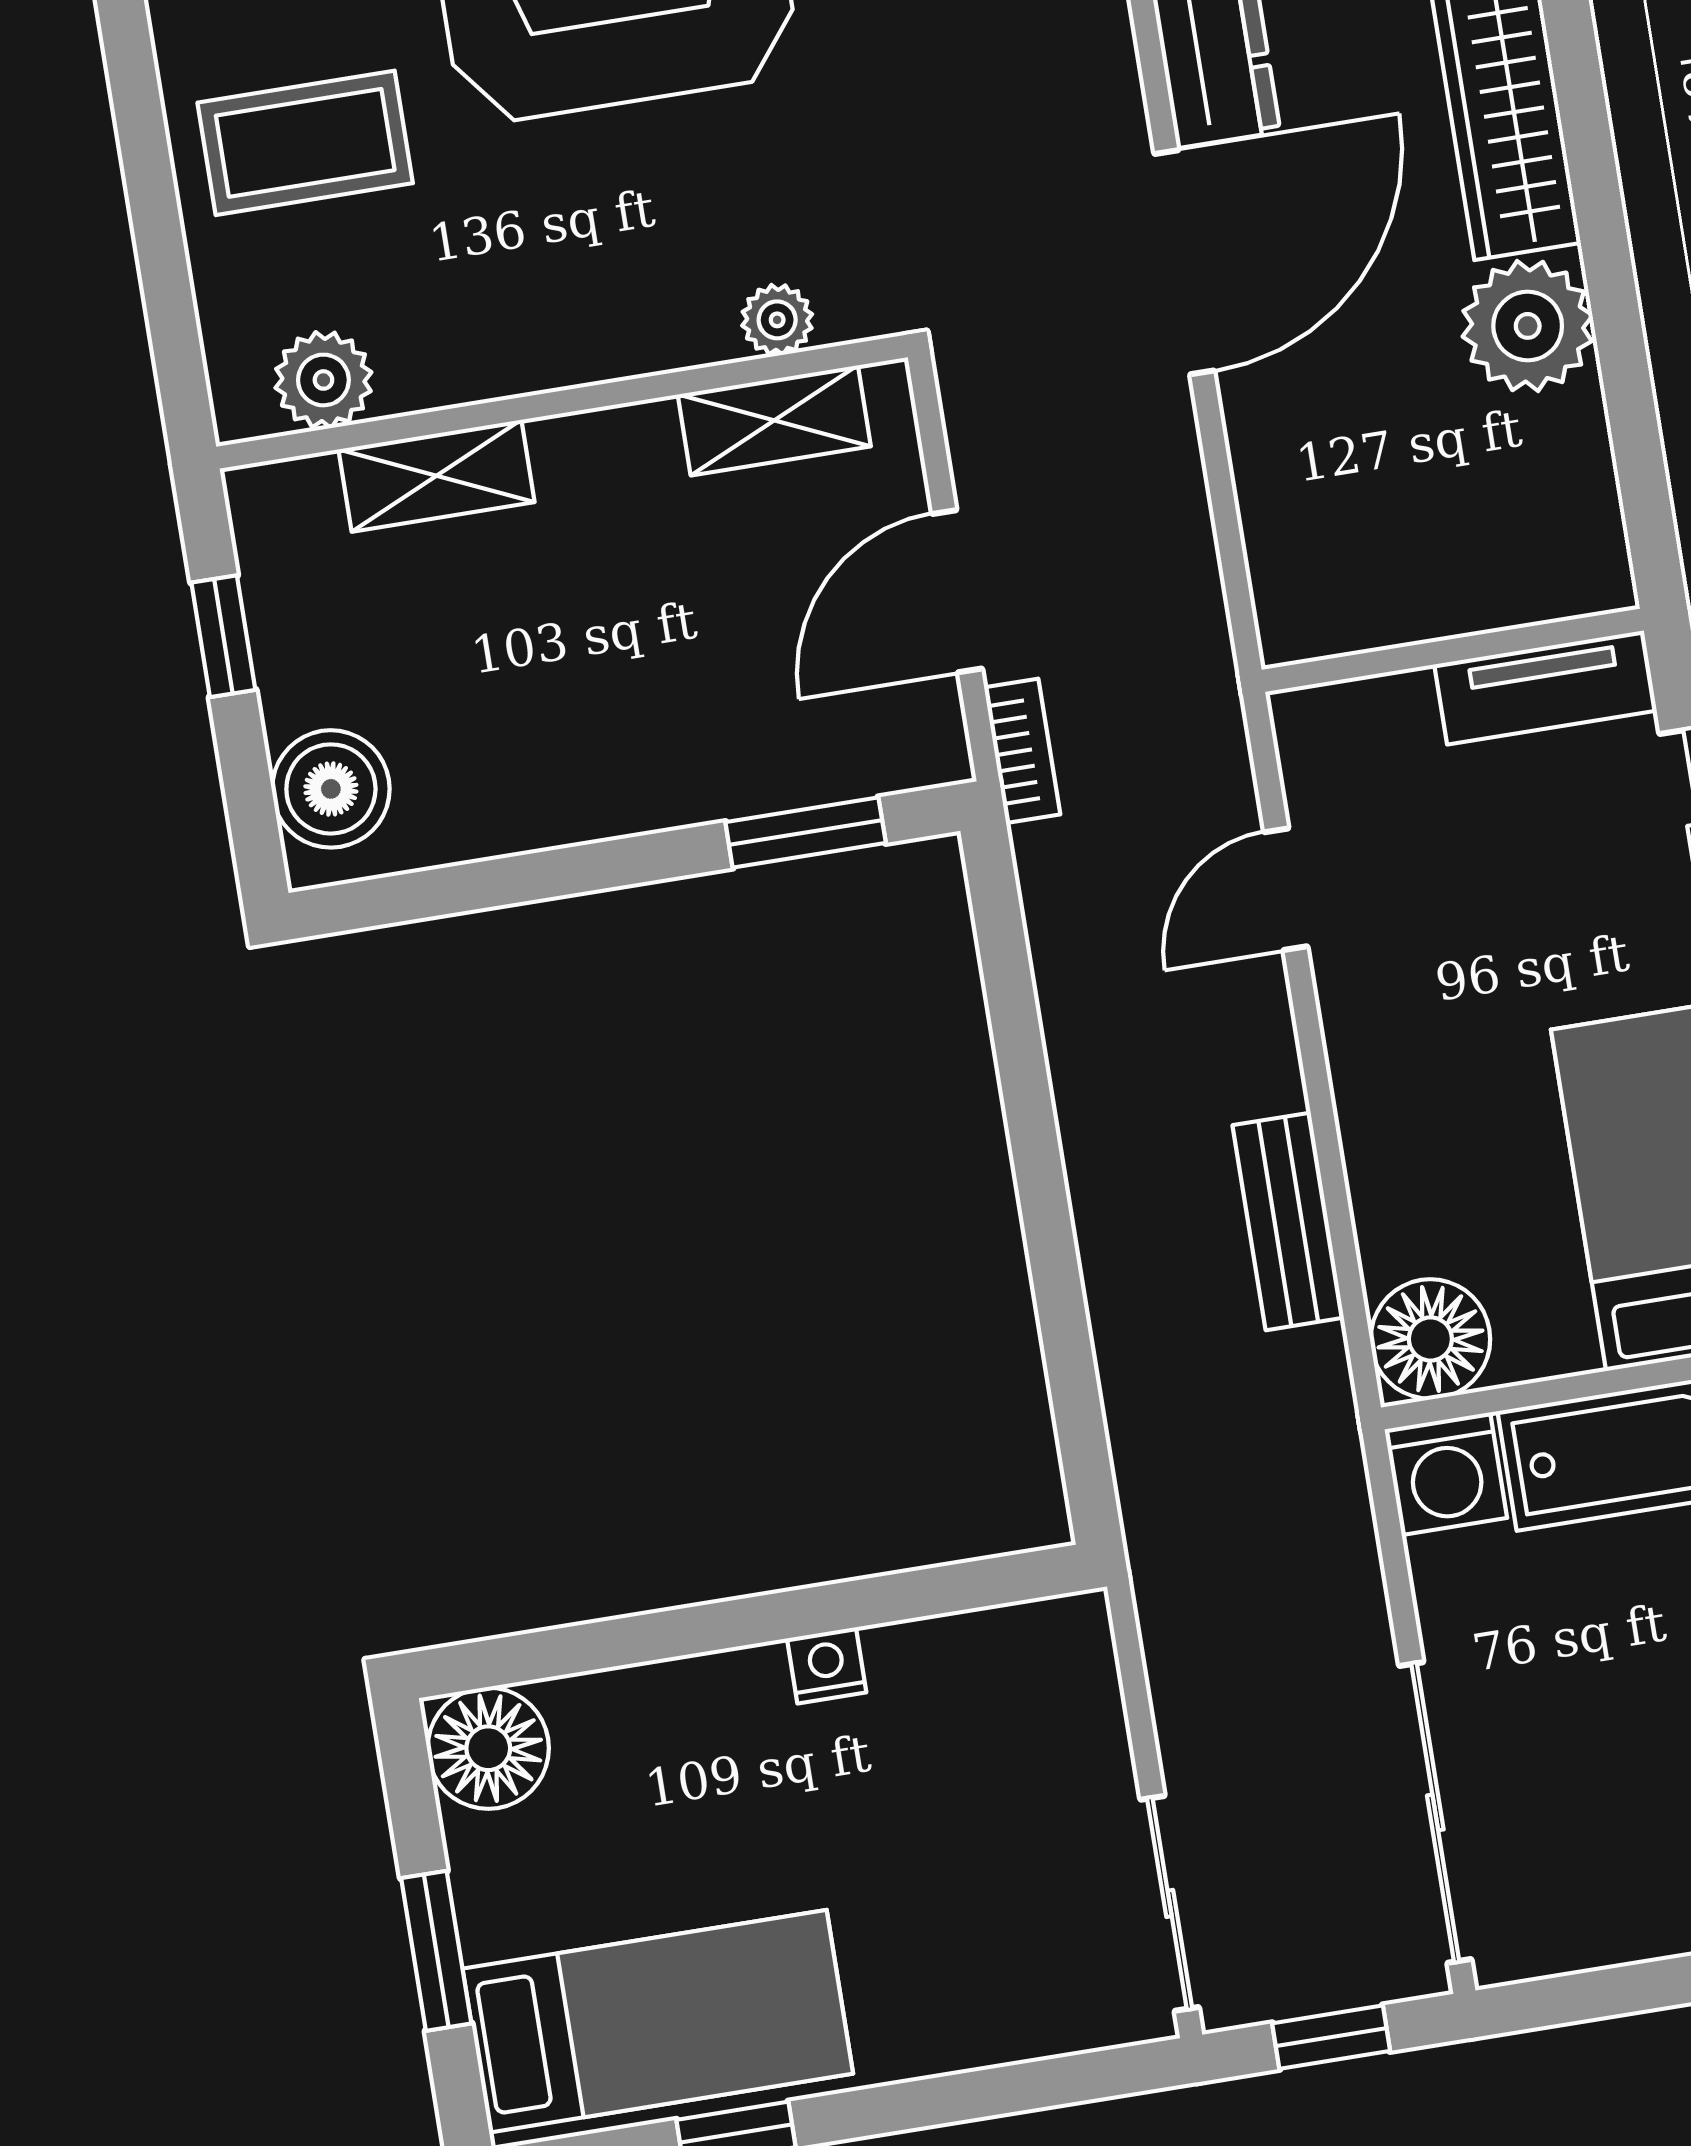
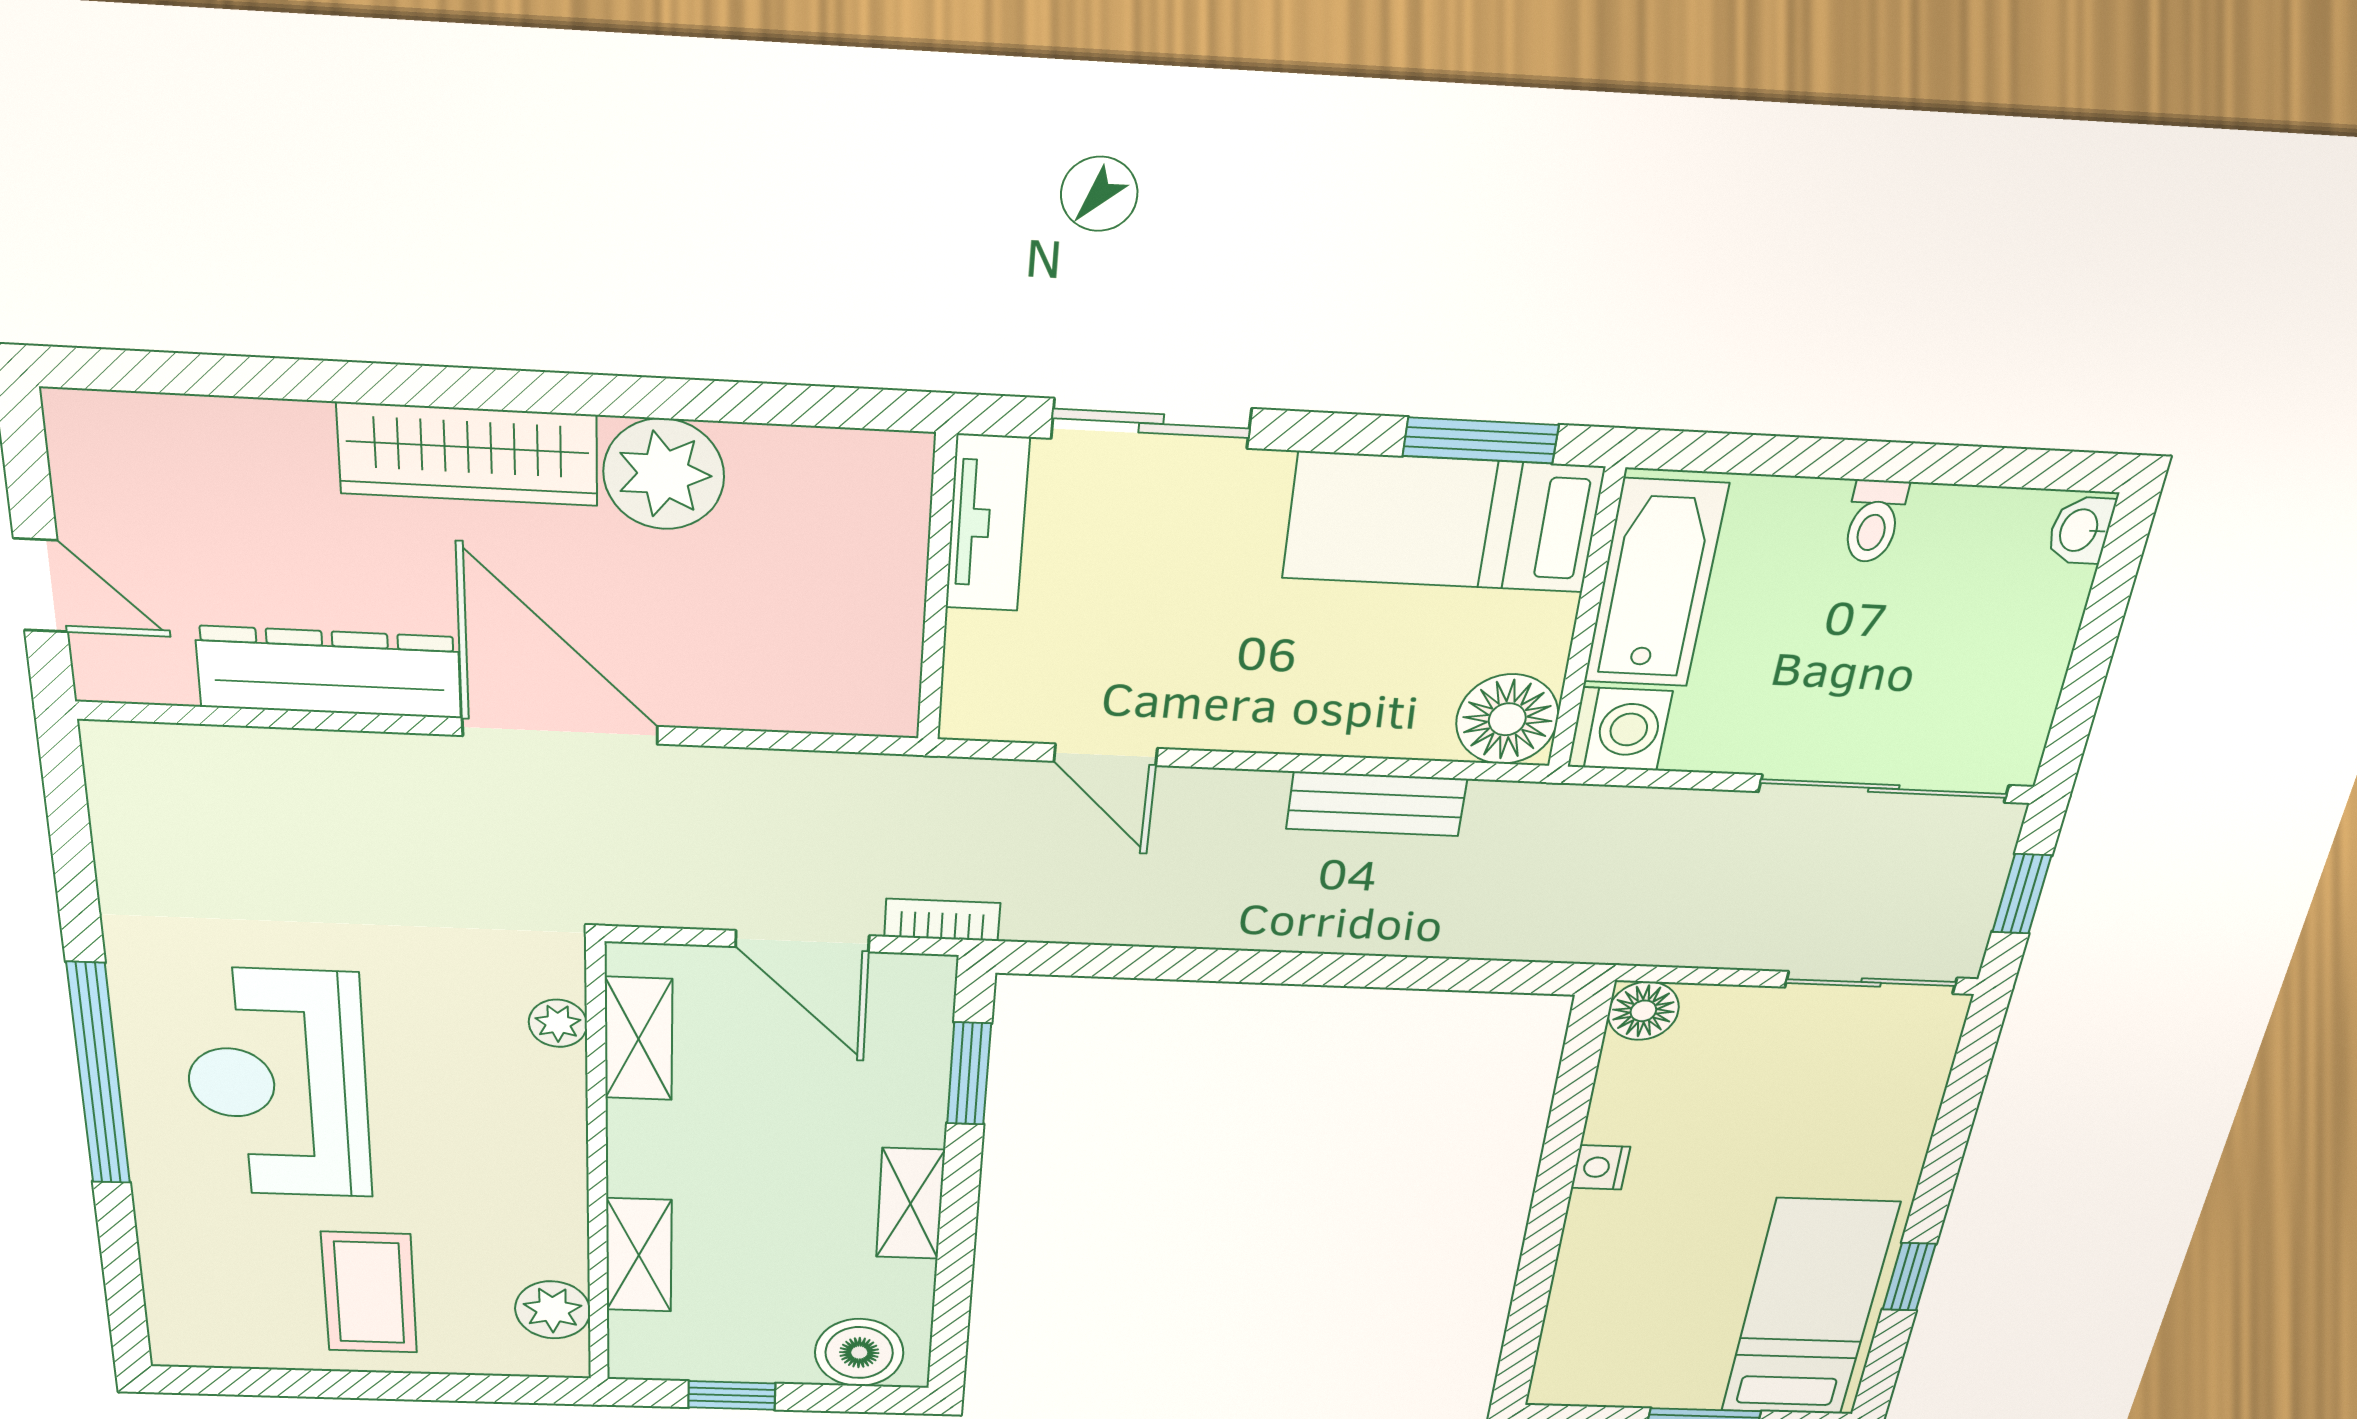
shelving: (590, 804) -> (910, 1204), added
floor lamp: (488, 1748) -> (1643, 1011), moved, width x0.73, depth x0.73

